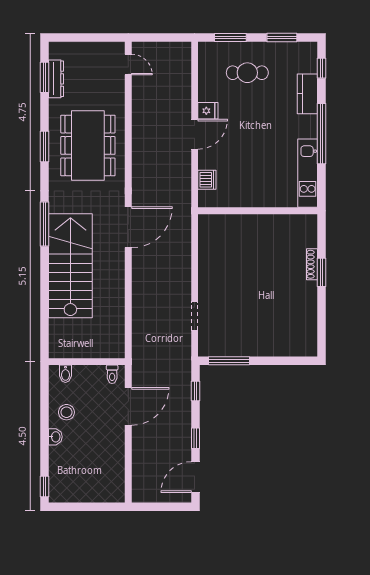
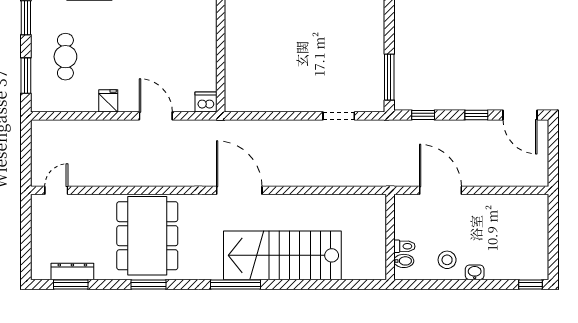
door: (195, 134) -> (156, 116), moved
dining table: (88, 145) -> (147, 236), turned 90
dishwasher: (207, 180) -> (206, 102), moved
toilet: (112, 374) -> (404, 246), moved

